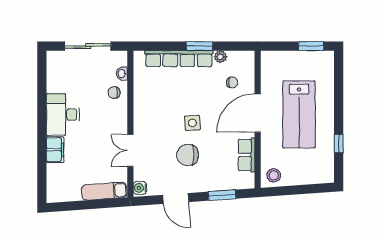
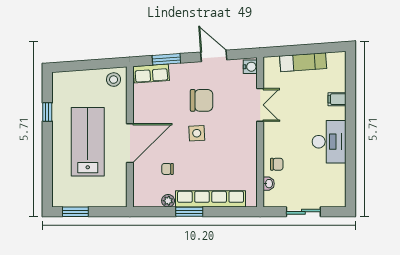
sliding door: (88, 46) -> (303, 212), width x0.73
chair: (232, 82) -> (168, 169), moved
filing cabinet: (55, 150) -> (337, 99), width x0.50
row of seats: (247, 155) -> (151, 73), moved, turned 86
exam couch: (104, 191) -> (303, 62), moved

